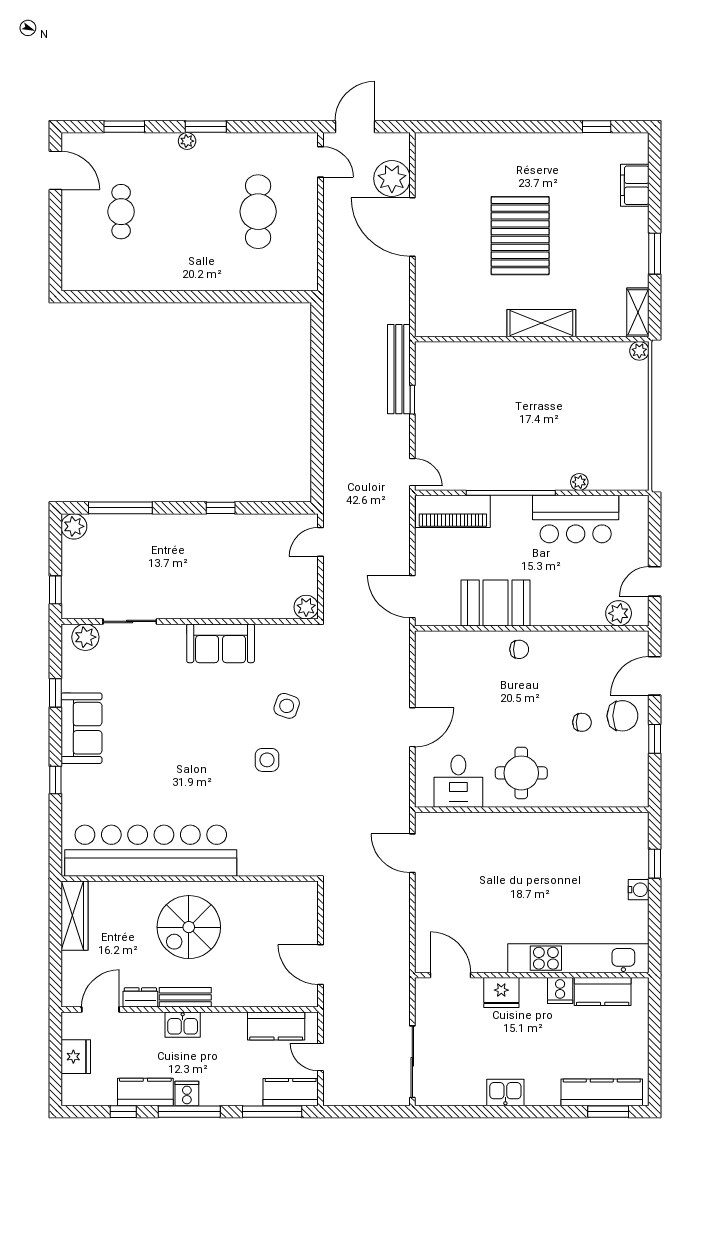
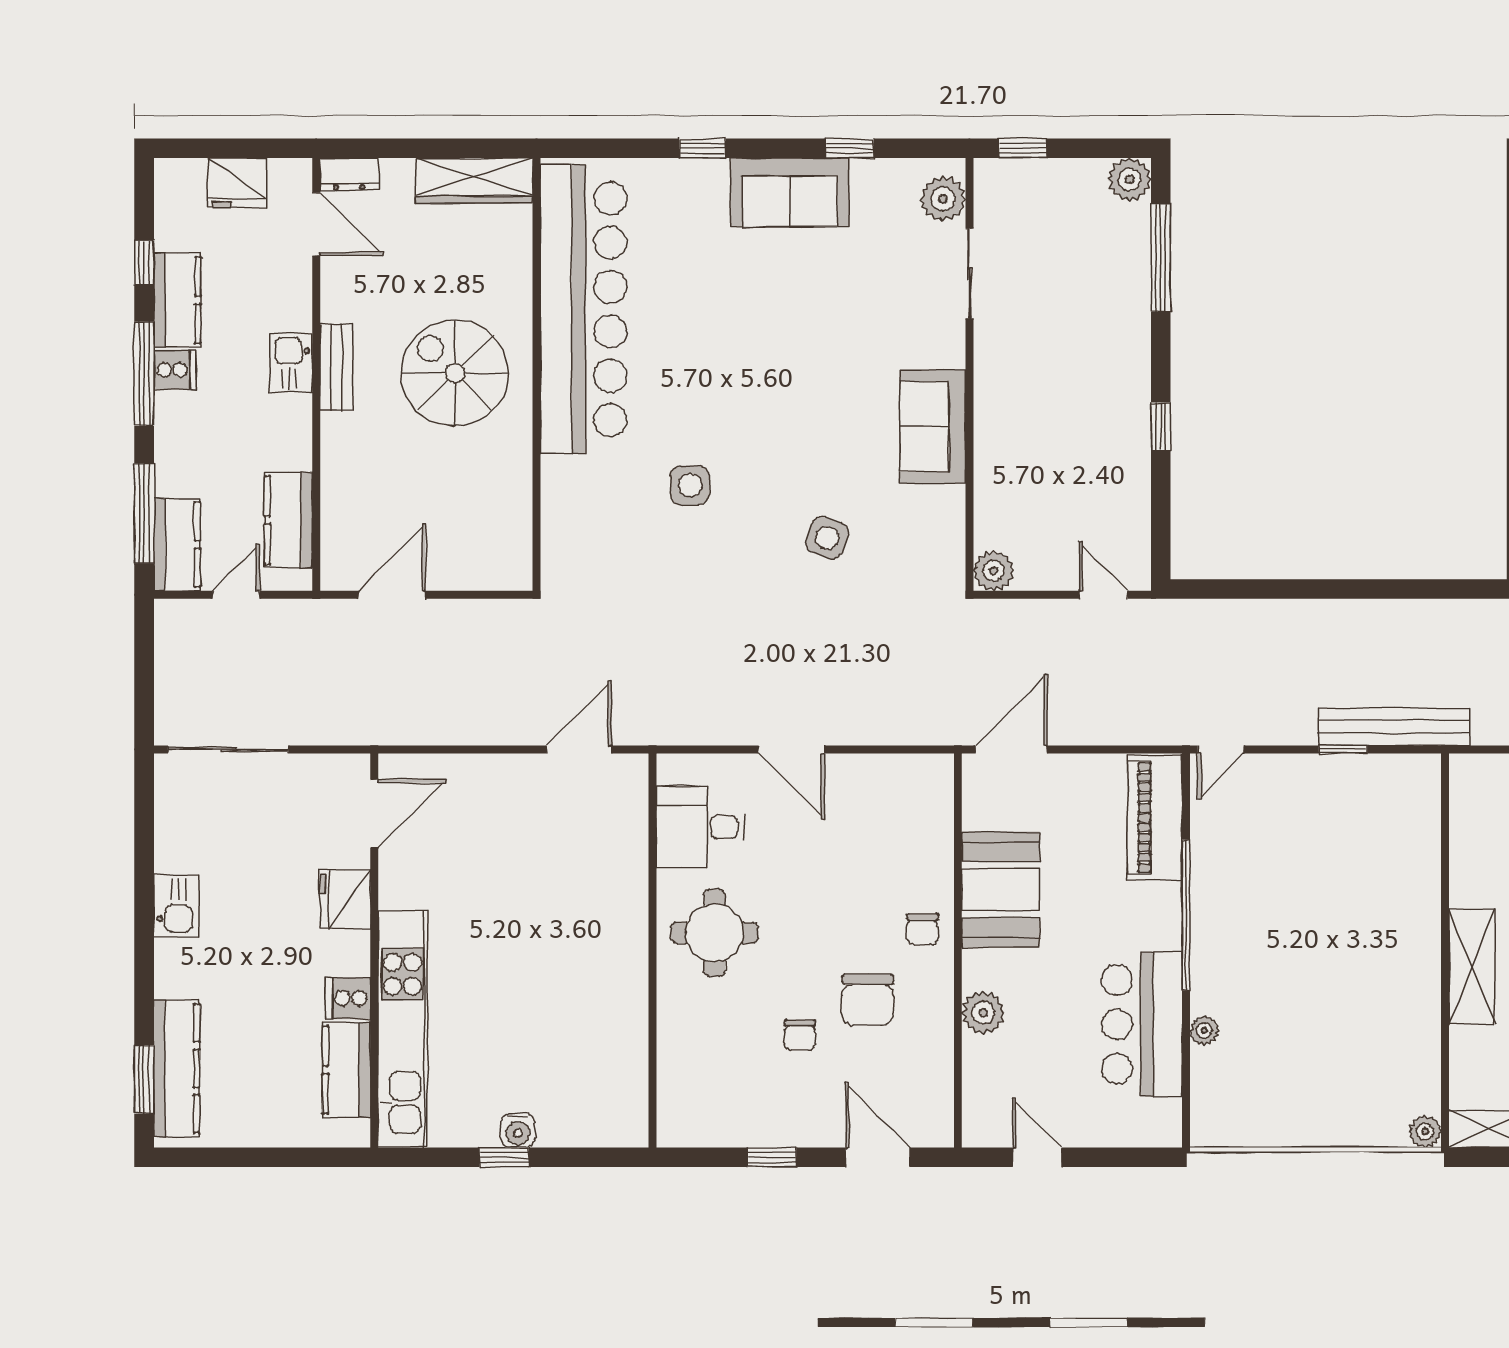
plant: (619, 613) -> (983, 1013), moved
chair: (622, 716) -> (868, 1000), moved
side table: (267, 760) -> (690, 485), moved
window: (655, 864) -> (504, 1157), moved
dresser: (140, 997) -> (349, 174), moved, turned 90

